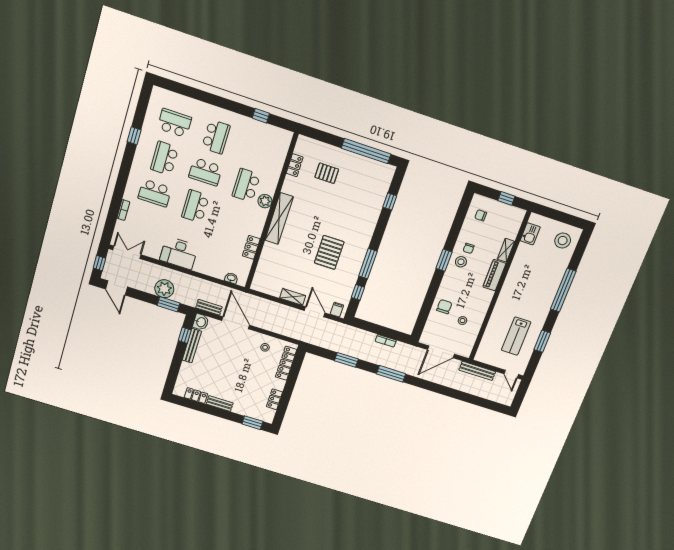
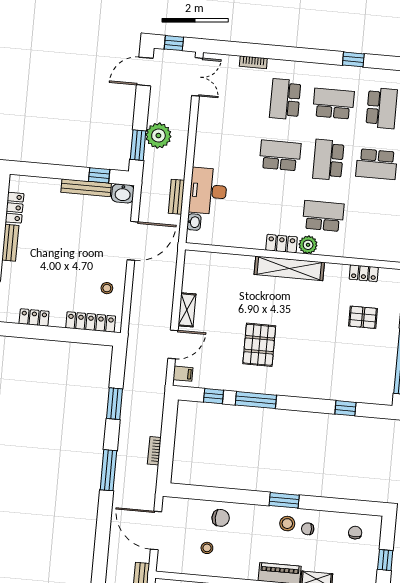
pallet: (327, 173) -> (363, 317), turned 90
locker: (251, 247) -> (282, 244), moved
pallet: (329, 252) -> (259, 345), turned 90
desk: (179, 253) -> (208, 191), moved
bench: (209, 307) -> (176, 197), moved

